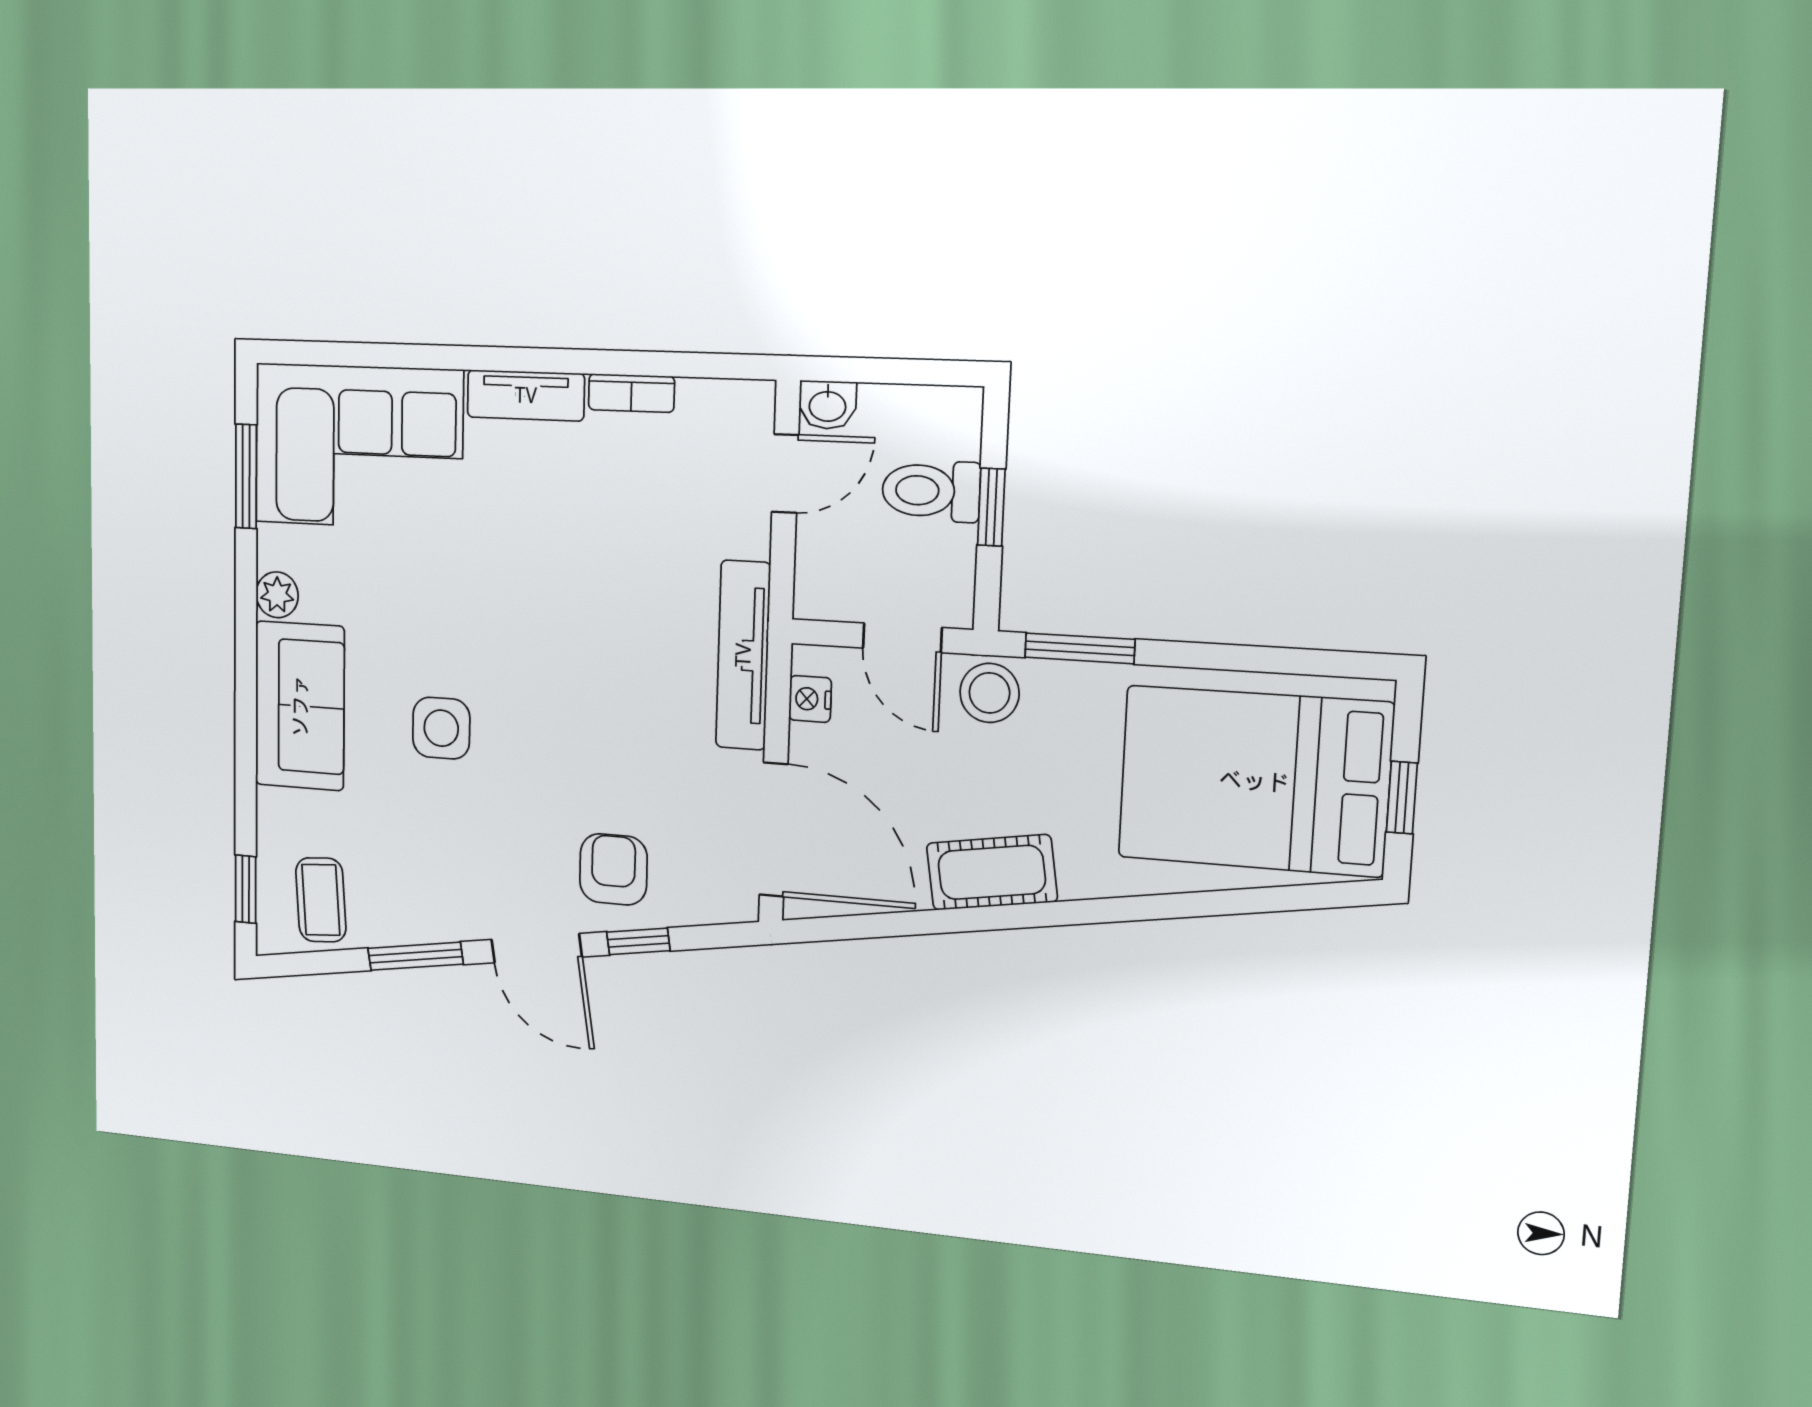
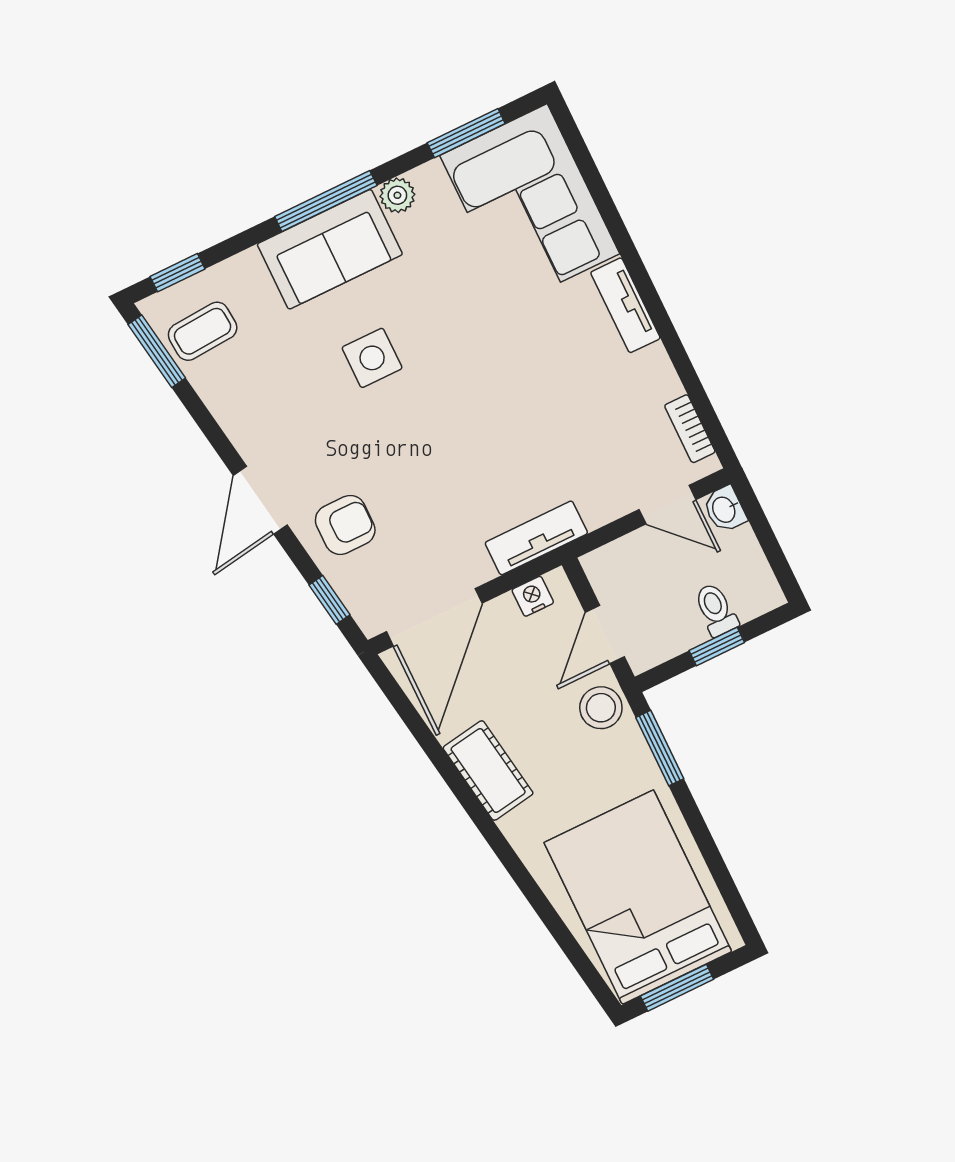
bookcase: (631, 393) -> (690, 429), moved
toilet: (931, 491) -> (716, 610), width x0.73, depth x0.72
tv unit: (743, 655) -> (536, 538), width x0.71
window: (246, 680) -> (326, 201), added
window: (1402, 798) -> (677, 988), width x1.50
window: (638, 941) -> (329, 600), moved
window: (415, 956) -> (157, 351), moved

